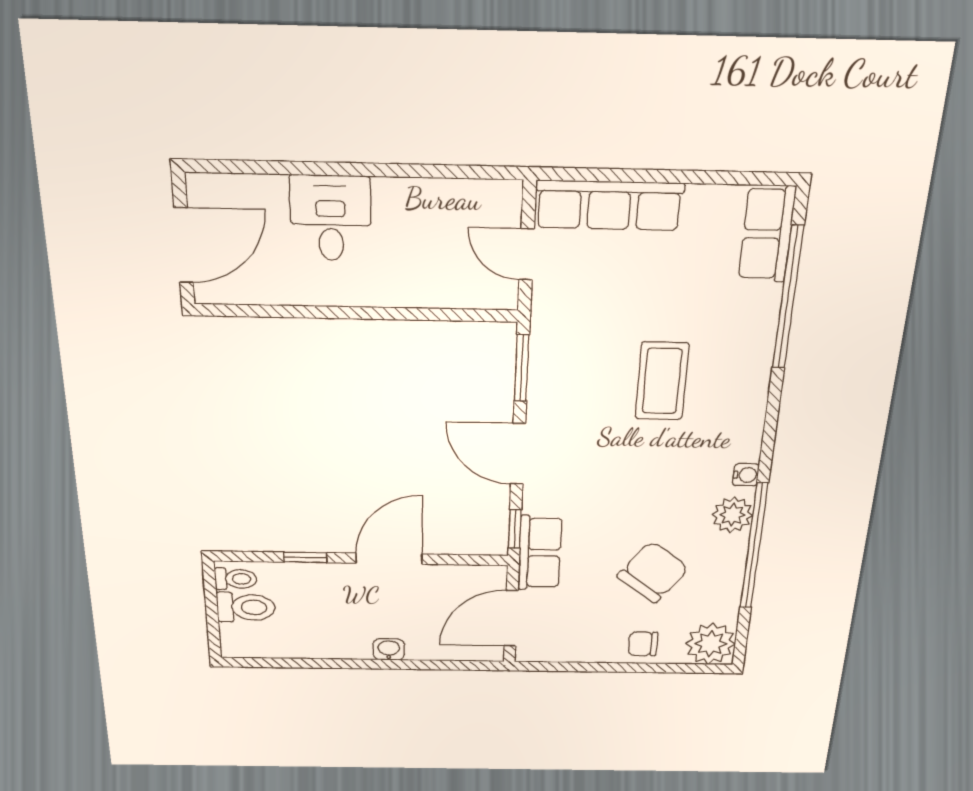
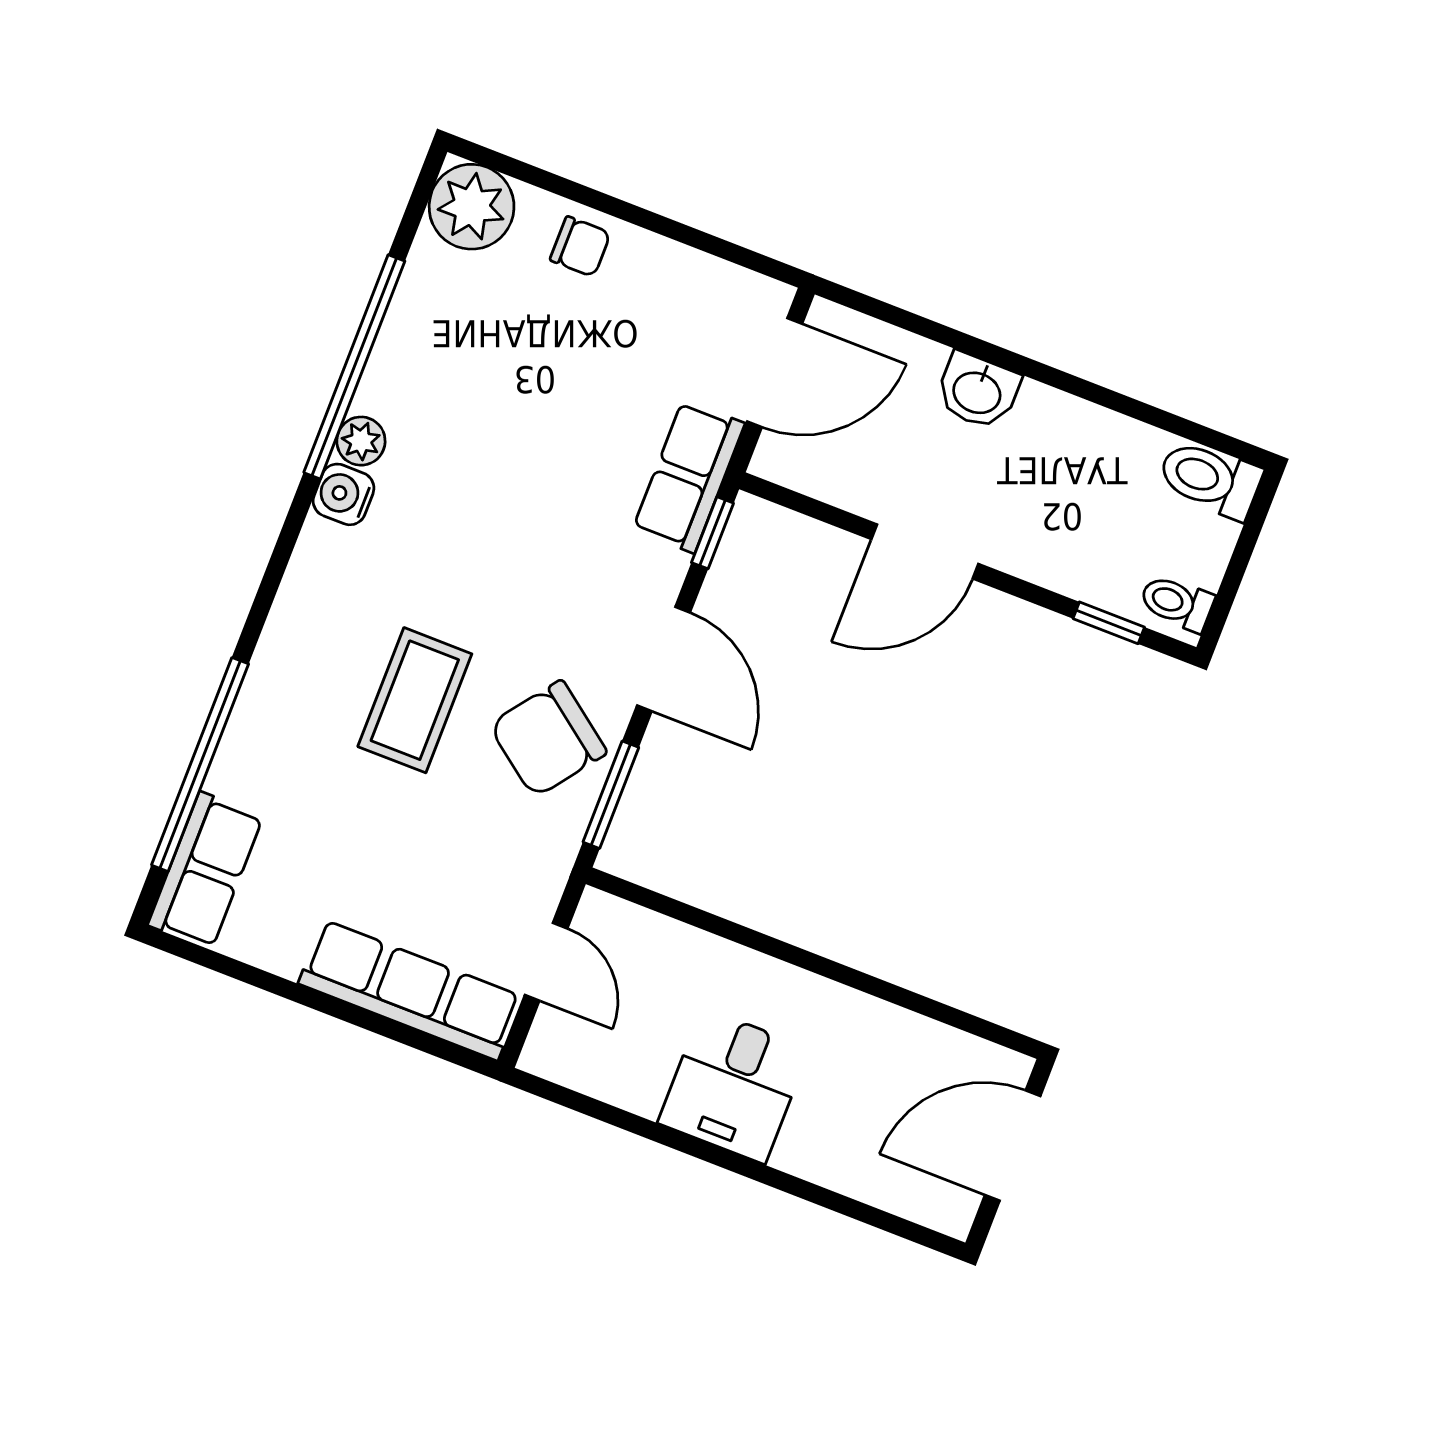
desk: (331, 218) -> (734, 1086), moved
water cooler: (746, 475) -> (344, 494), width x1.38, depth x1.38
plant: (732, 515) -> (361, 441), width x0.73, depth x0.73
window: (305, 557) -> (1109, 623), moved
chair: (653, 572) -> (548, 739), moved
toilet: (246, 607) -> (1210, 479), moved
washbasin: (389, 649) -> (978, 391), width x1.38, depth x1.45

